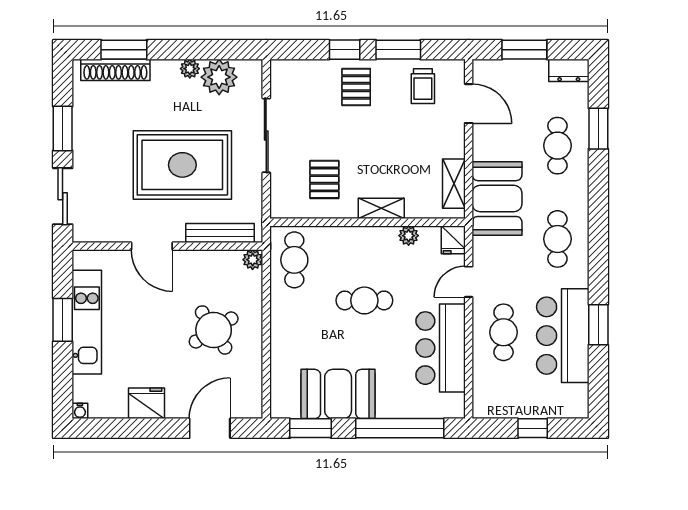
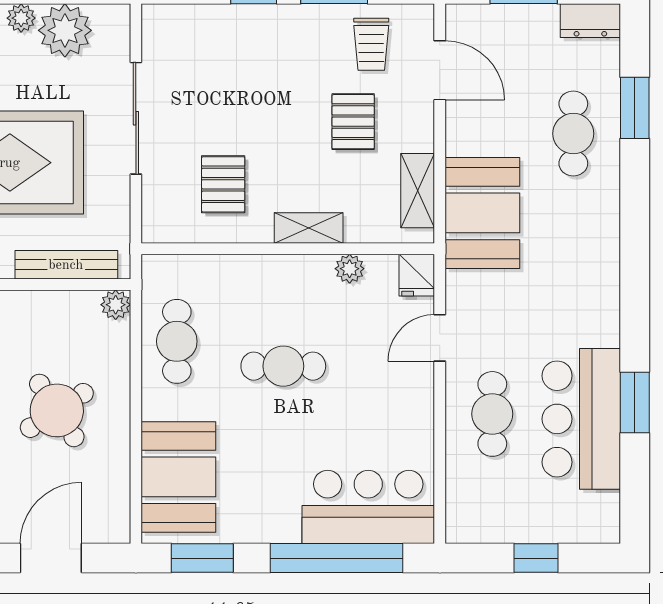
pallet: (356, 87) -> (353, 122), moved
cafe table: (557, 239) -> (573, 274), removed
cafe table: (294, 260) -> (177, 341), moved
bar counter: (441, 348) -> (368, 507), moved, turned 90
booth: (338, 394) -> (178, 477), moved, turned 90

